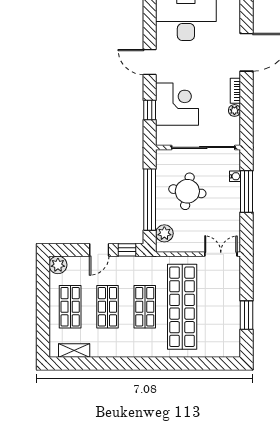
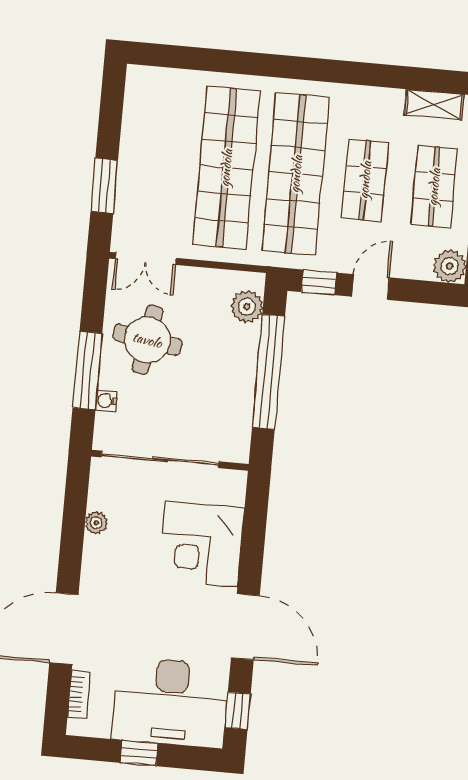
door: (150, 62) -> (245, 627), width x1.36
bookcase: (235, 91) -> (79, 695), moved
window: (150, 110) -> (238, 711), moved
round table: (187, 191) -> (147, 340), moved
shop shelf: (145, 307) -> (296, 174), width x2.00, depth x1.36
window: (247, 315) -> (104, 186), moved

